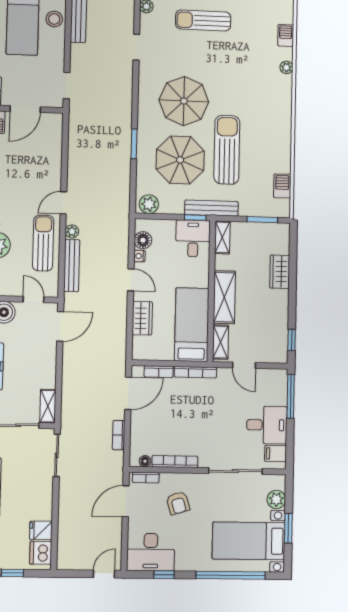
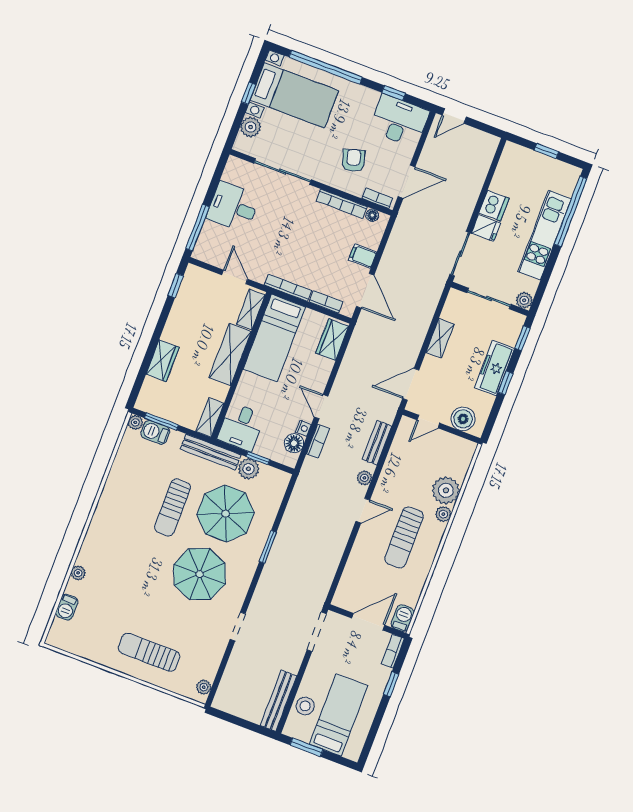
sun lounger: (203, 20) -> (149, 652), turned 180
doorway: (136, 47) -> (238, 626), moved
doorway: (67, 86) -> (317, 632), width x1.38
sun lounger: (227, 150) -> (173, 507), width x0.73, depth x0.75
barbecue: (282, 186) -> (155, 432), moved, turned 90
plant: (149, 204) -> (249, 469), moved
plant: (284, 211) -> (135, 422), added
window: (195, 218) -> (258, 458), moved
sun lounger: (43, 243) -> (404, 538), moved
bench: (72, 266) -> (377, 443), width x0.73
door: (34, 299) -> (428, 421), hinge flipped
wardrobe: (142, 318) -> (332, 340), moved
door: (128, 393) -> (365, 291), swing flipped
shelving: (48, 406) -> (440, 338), moved
bookcase: (119, 435) -> (318, 441), moved
filing cabinet: (276, 454) -> (363, 256), moved, turned 180
window: (288, 528) -> (249, 93), width x0.67
fridge: (41, 530) -> (486, 228), moved
dishwasher: (41, 553) -> (494, 206), moved

